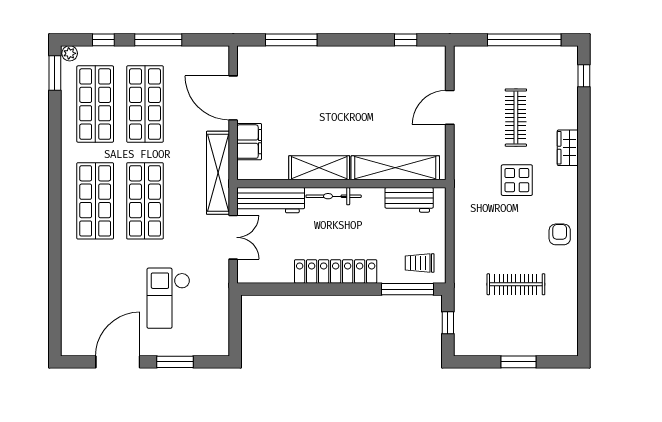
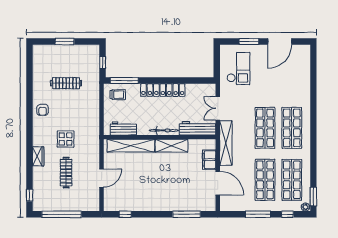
checkout: (168, 298) -> (238, 68), moved

